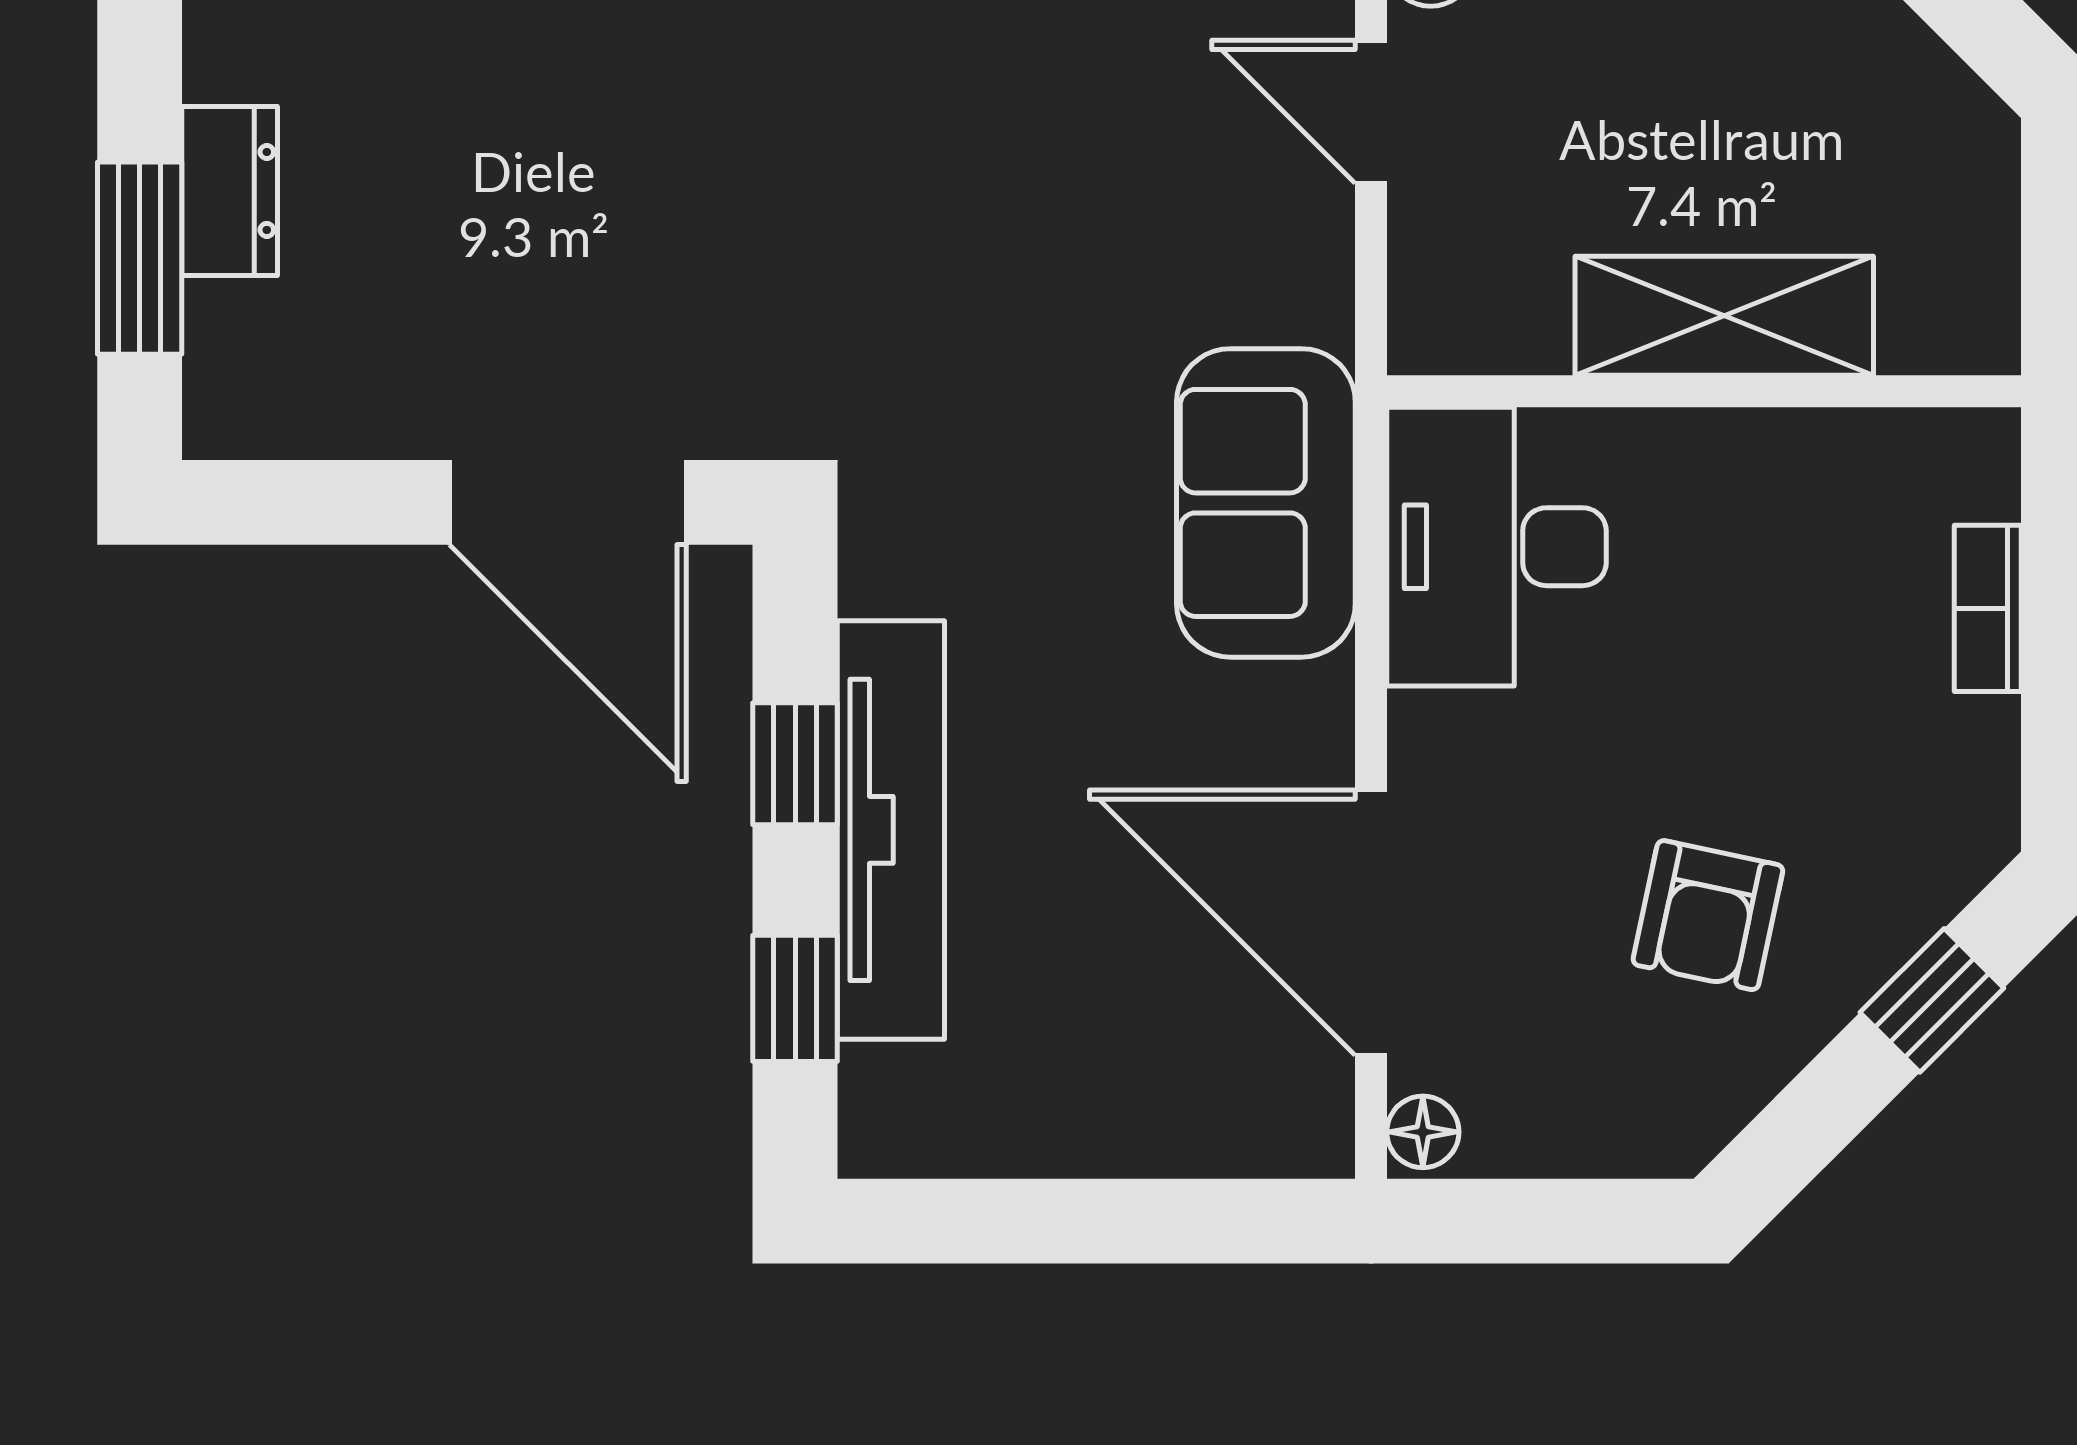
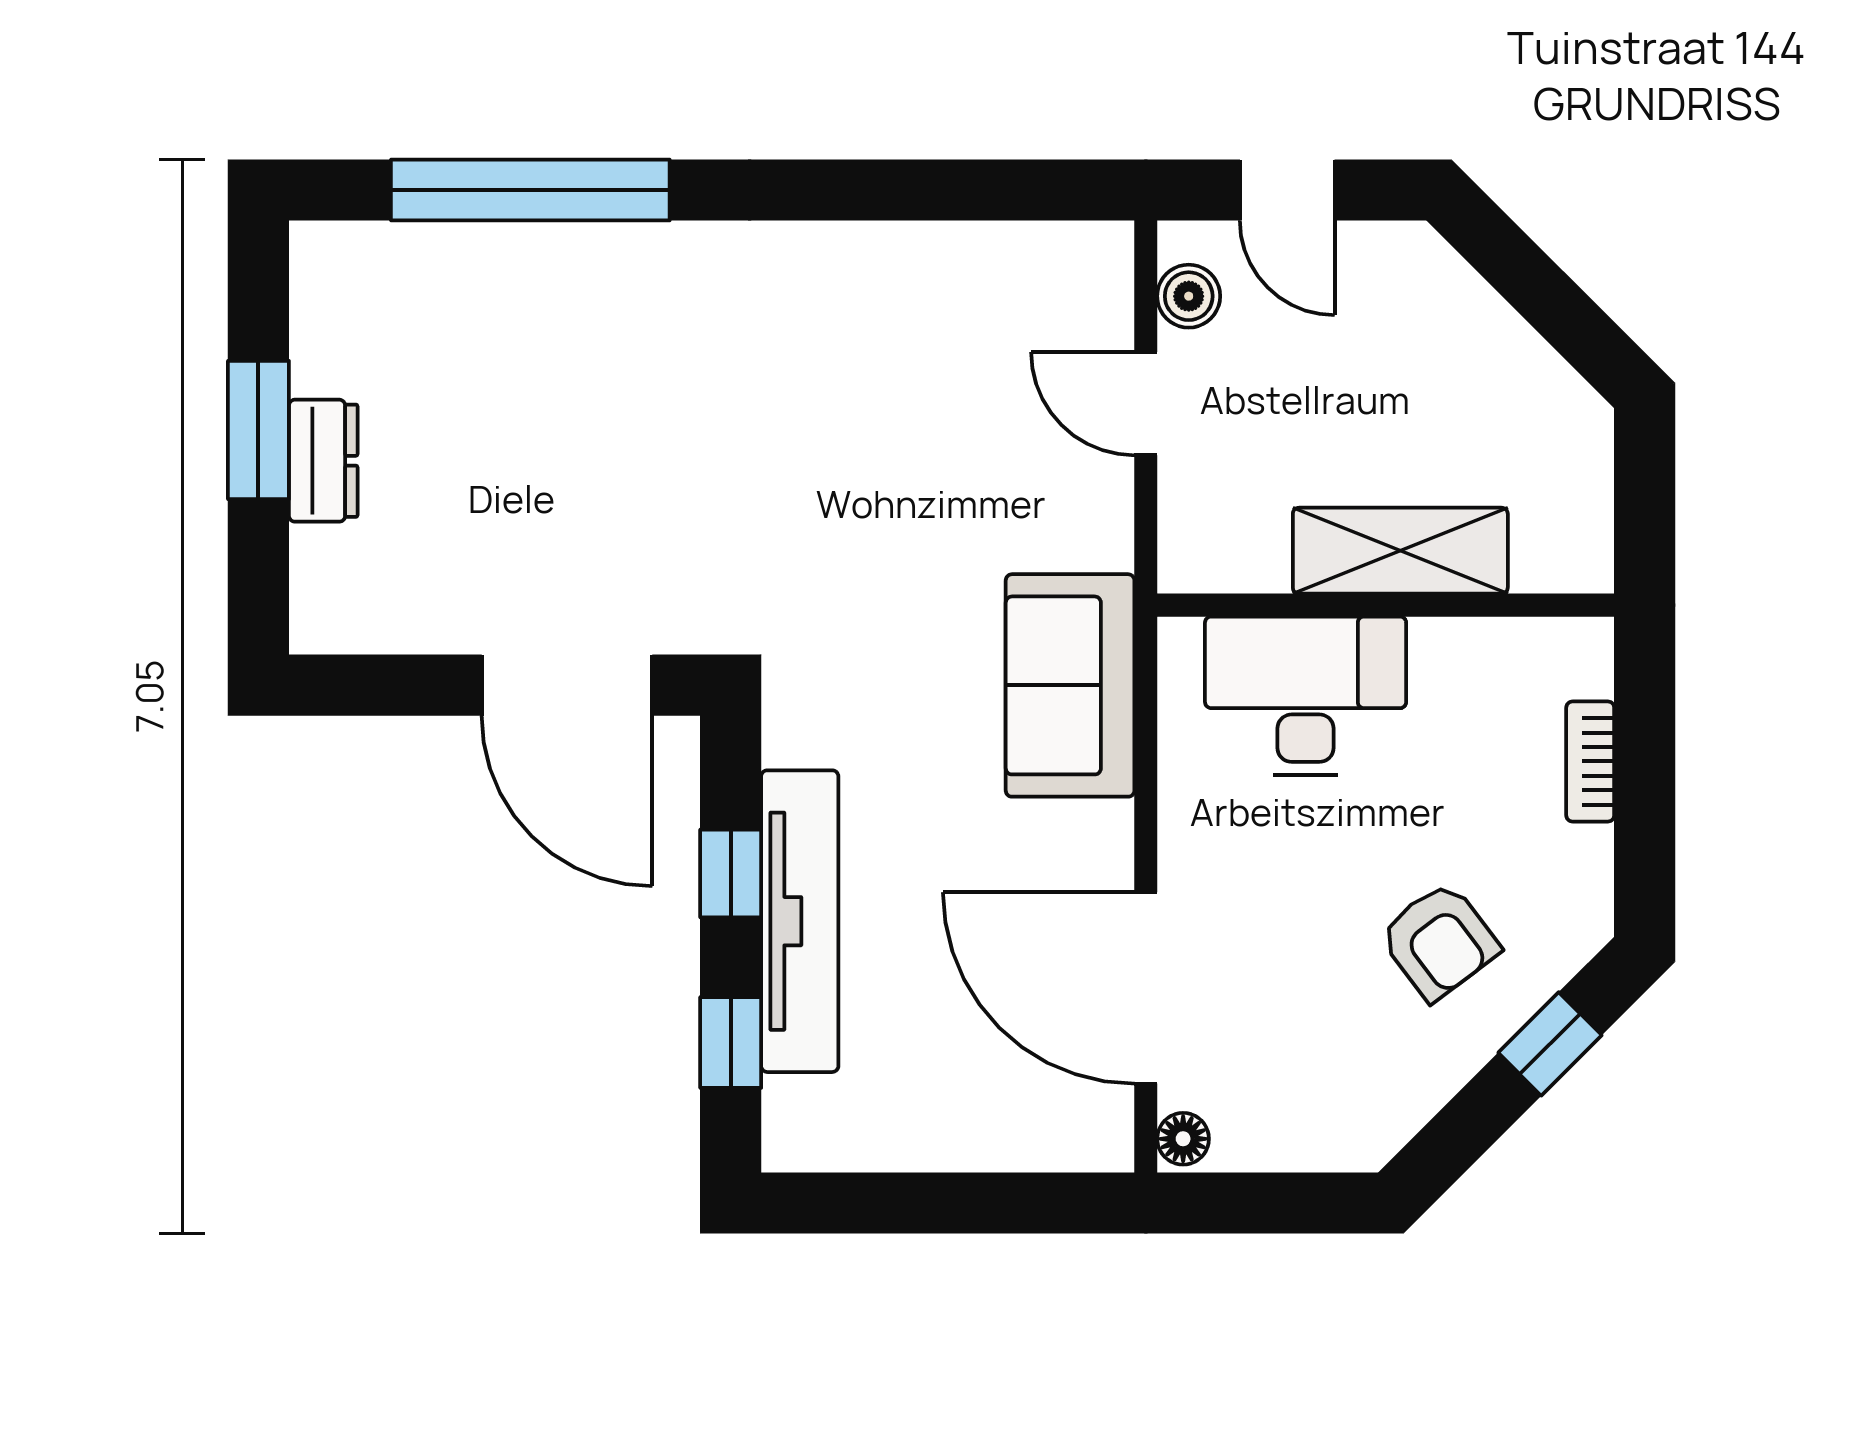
window: (140, 258) -> (258, 430), moved
desk: (1497, 547) -> (1306, 696), moved, turned 90
armchair: (1708, 915) -> (1439, 941), moved, turned -49

